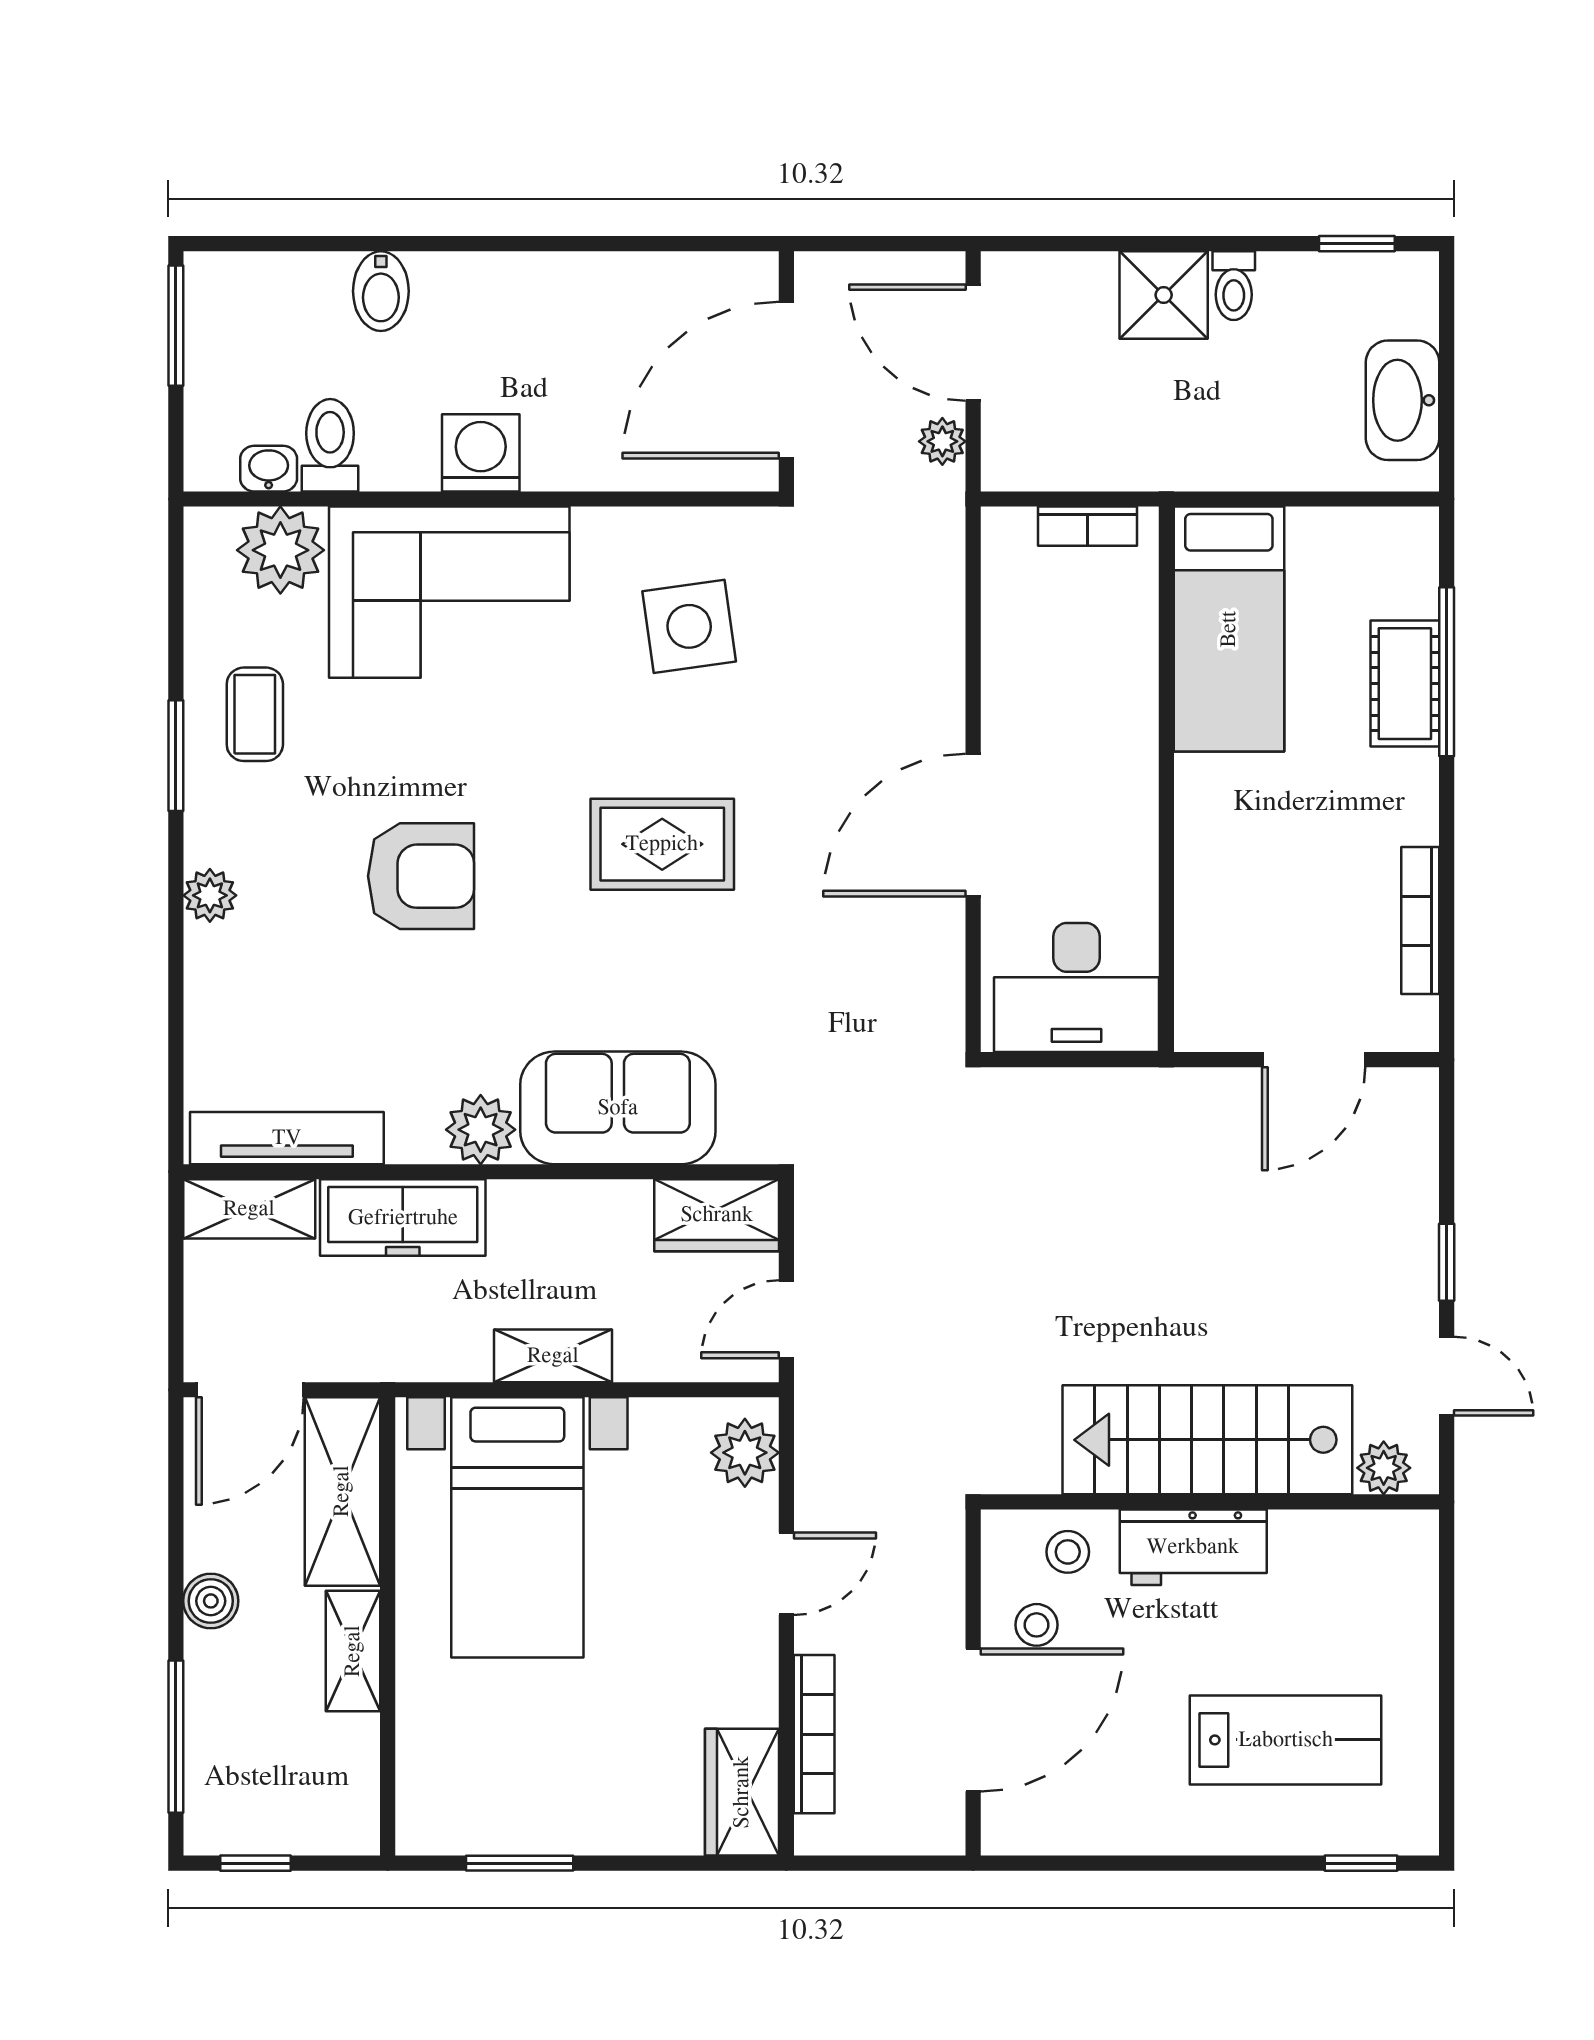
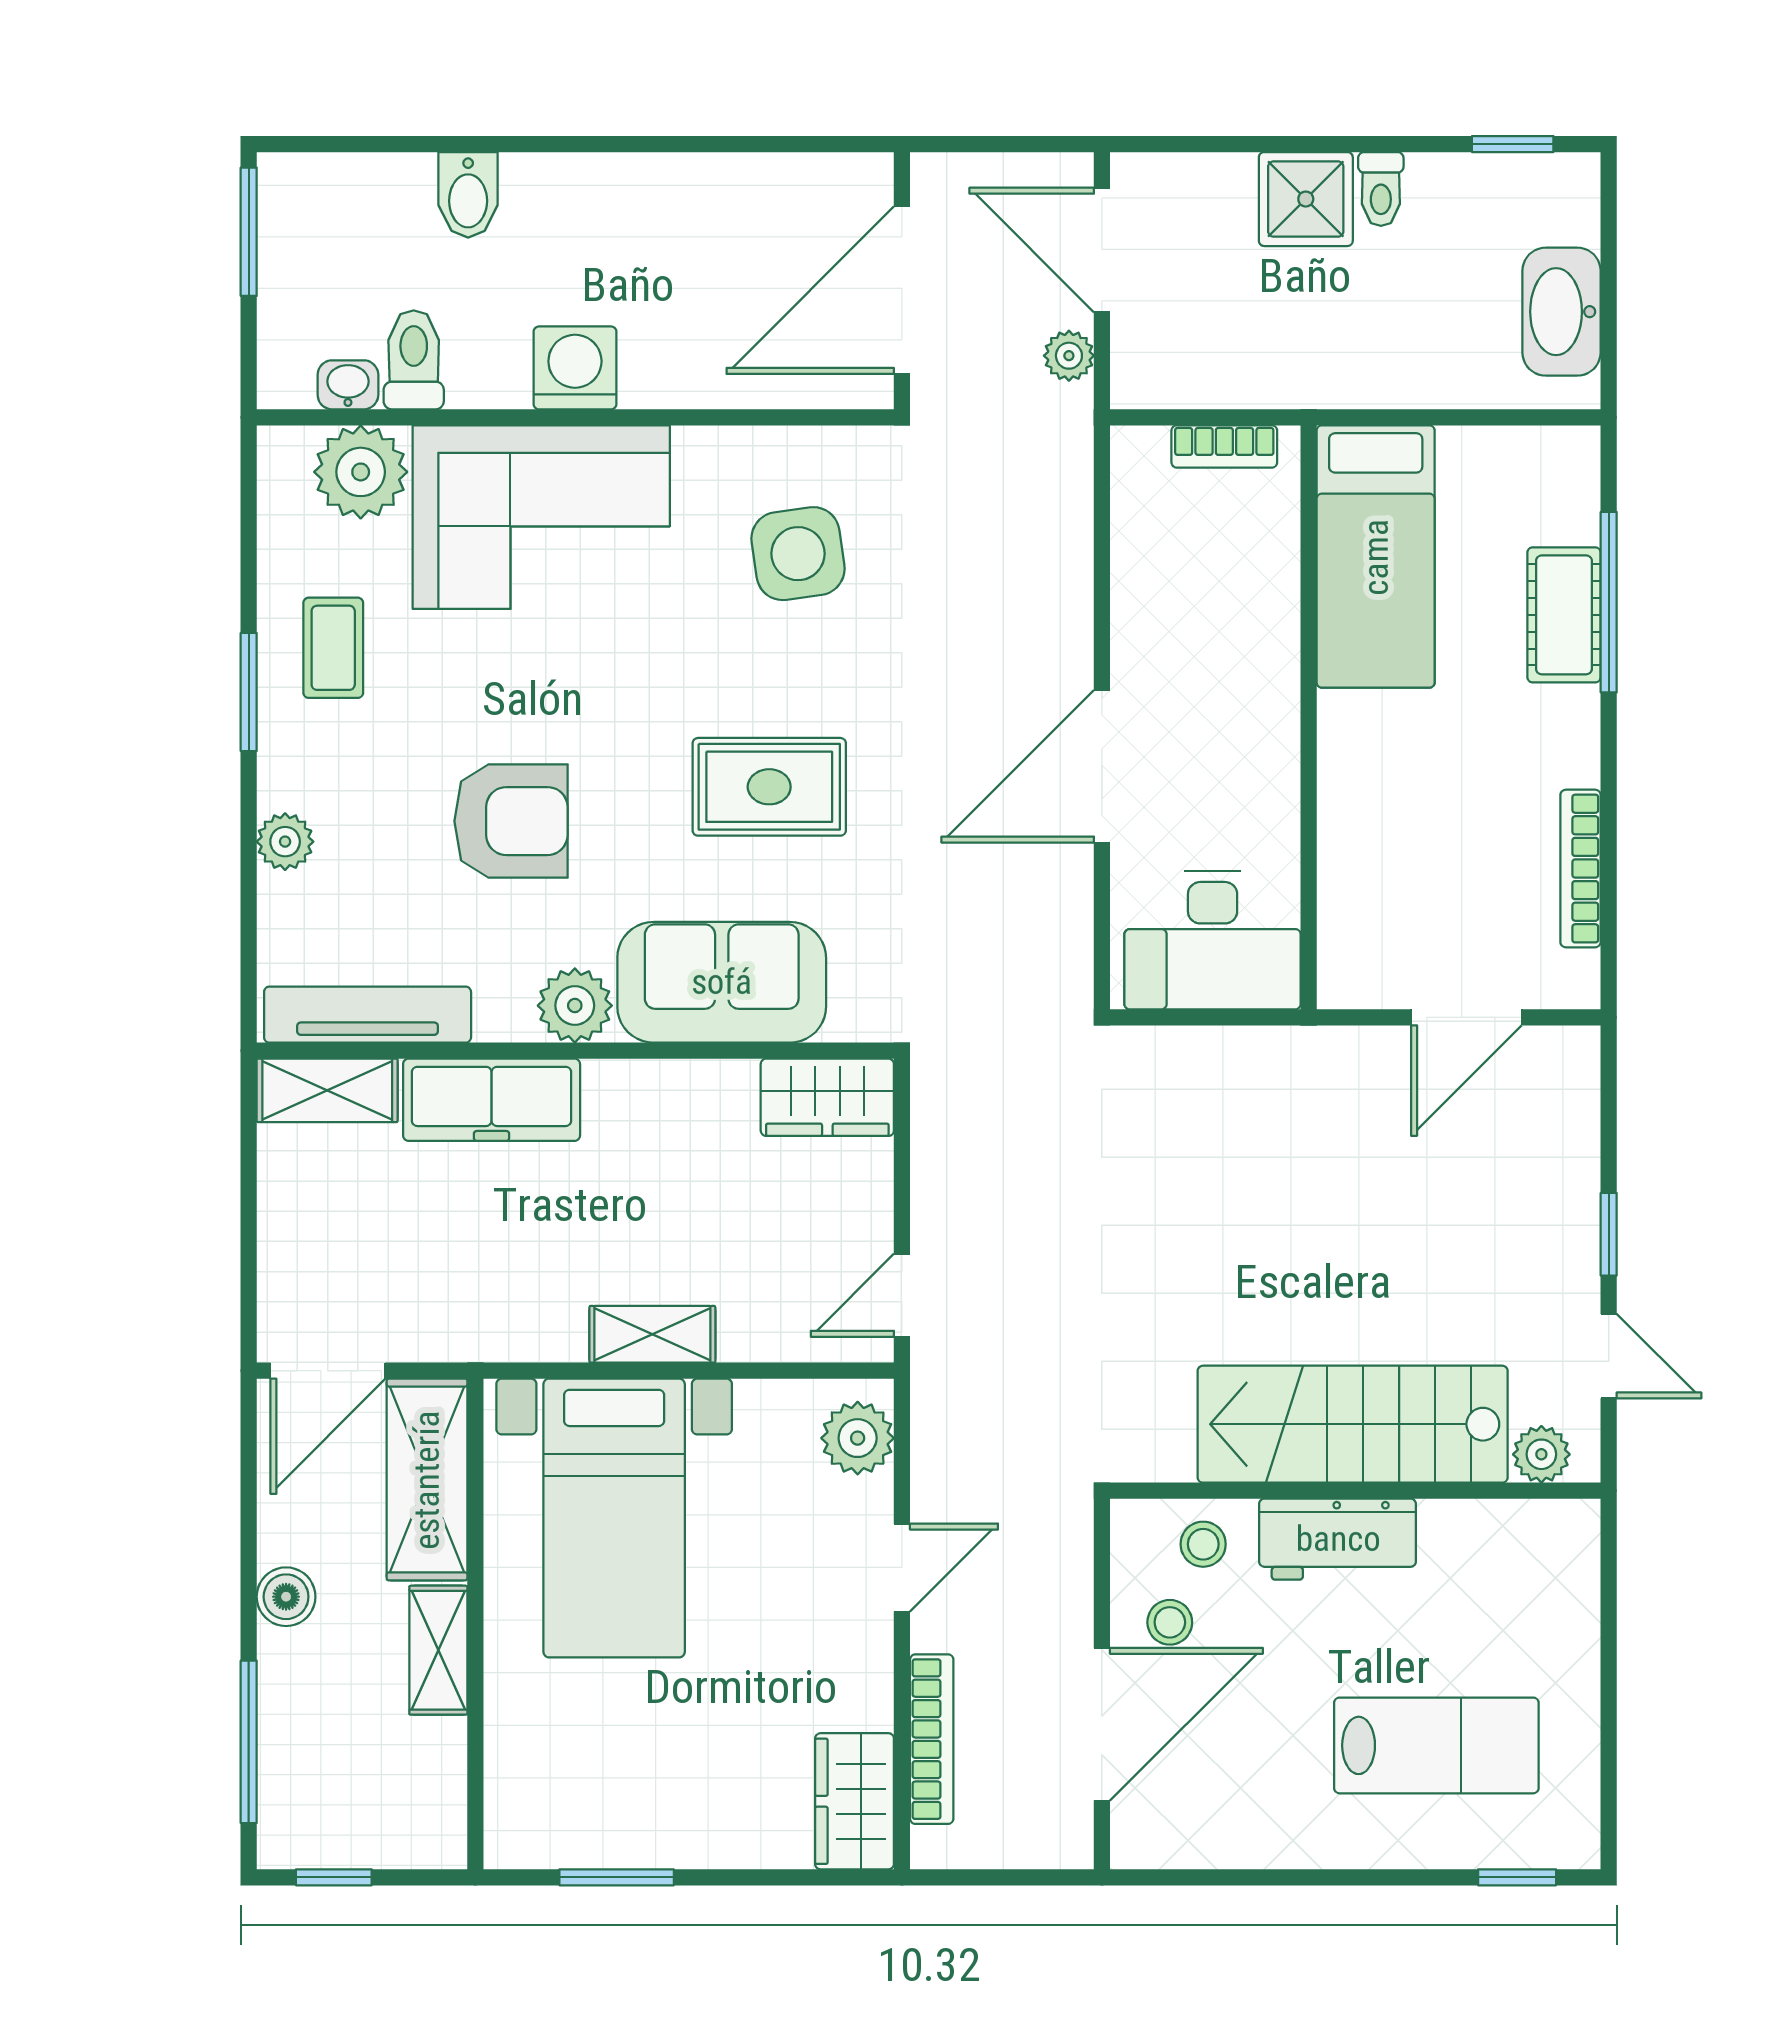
sofa: (618, 1108) -> (722, 982), moved
plant: (481, 1130) -> (575, 1006), moved
tv unit: (287, 1138) -> (368, 1015), moved
wall: (481, 1172) -> (575, 1051), moved
shelving: (249, 1209) -> (327, 1090), moved
wardrobe: (717, 1215) -> (827, 1097), moved
freezer: (403, 1218) -> (492, 1100), moved

